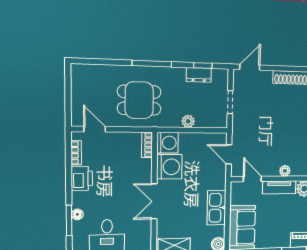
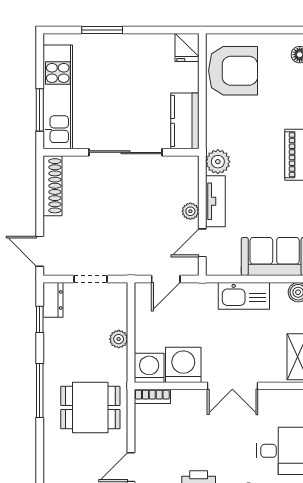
dresser: (199, 75) -> (53, 300), moved
dining table: (139, 100) -> (90, 408), turned 90
plant: (285, 171) -> (190, 211), moved

